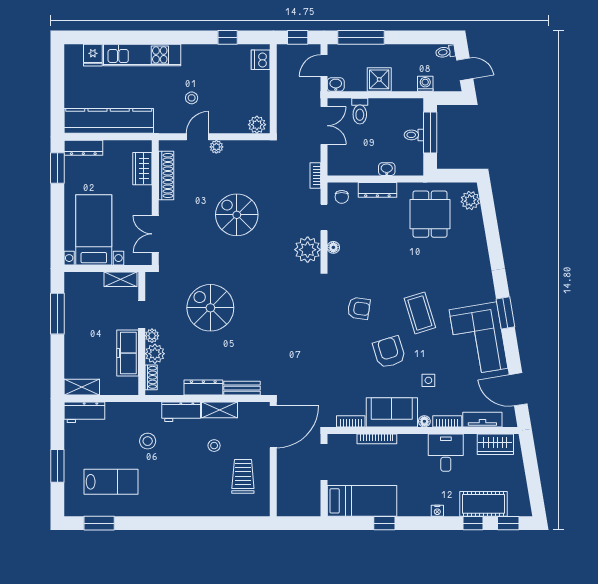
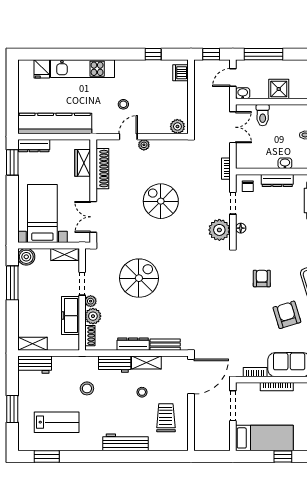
boiler: (74, 282) -> (26, 257), added
spiral stairs: (210, 308) -> (139, 278), turned 90
armchair: (359, 308) -> (262, 279), turned -98
workbench: (194, 506) -> (125, 442), added

